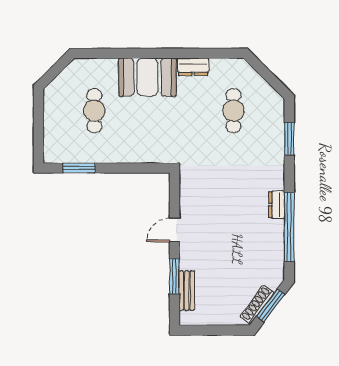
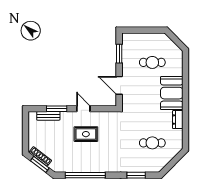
door: (134, 168) -> (119, 85), added
dresser: (277, 205) -> (98, 168), removed
rug: (218, 226) -> (86, 134), added

